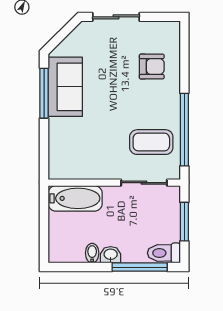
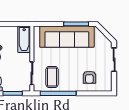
sofa: (65, 87) -> (67, 37), width x1.85, depth x1.27

